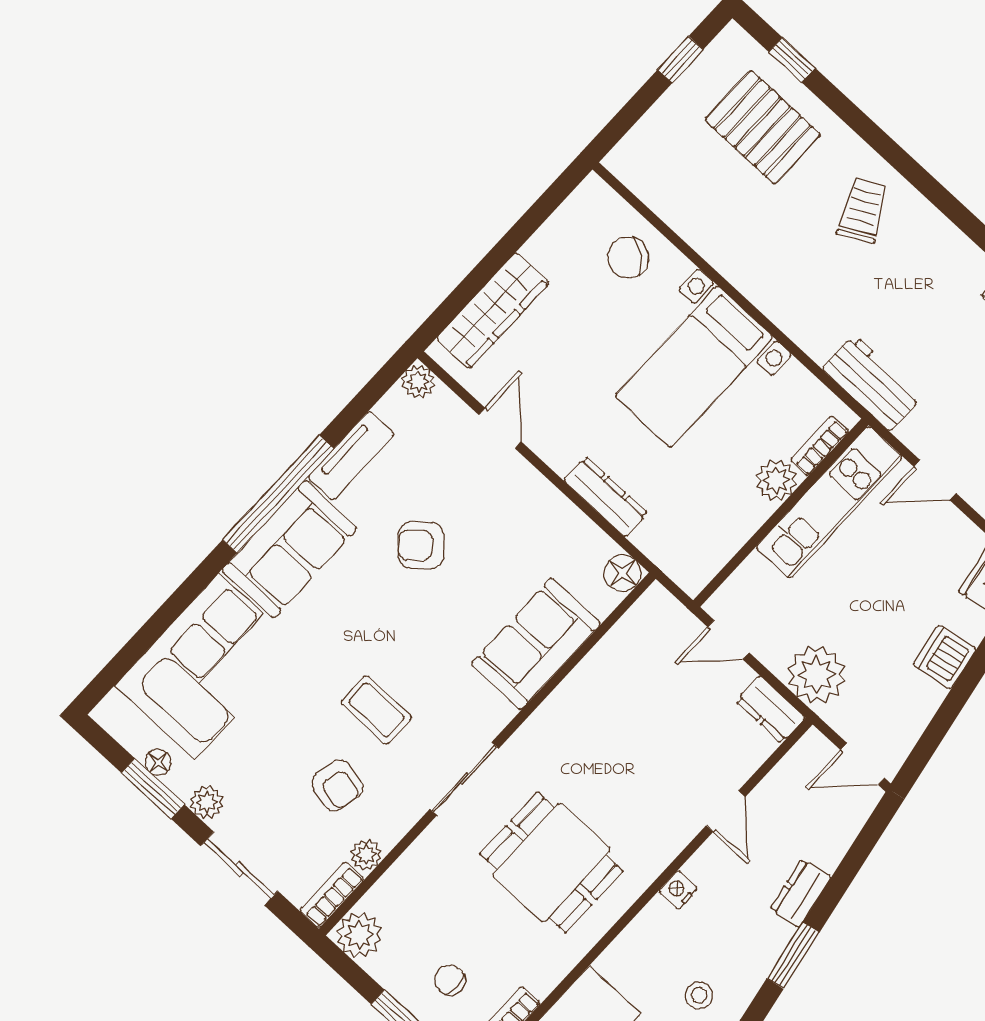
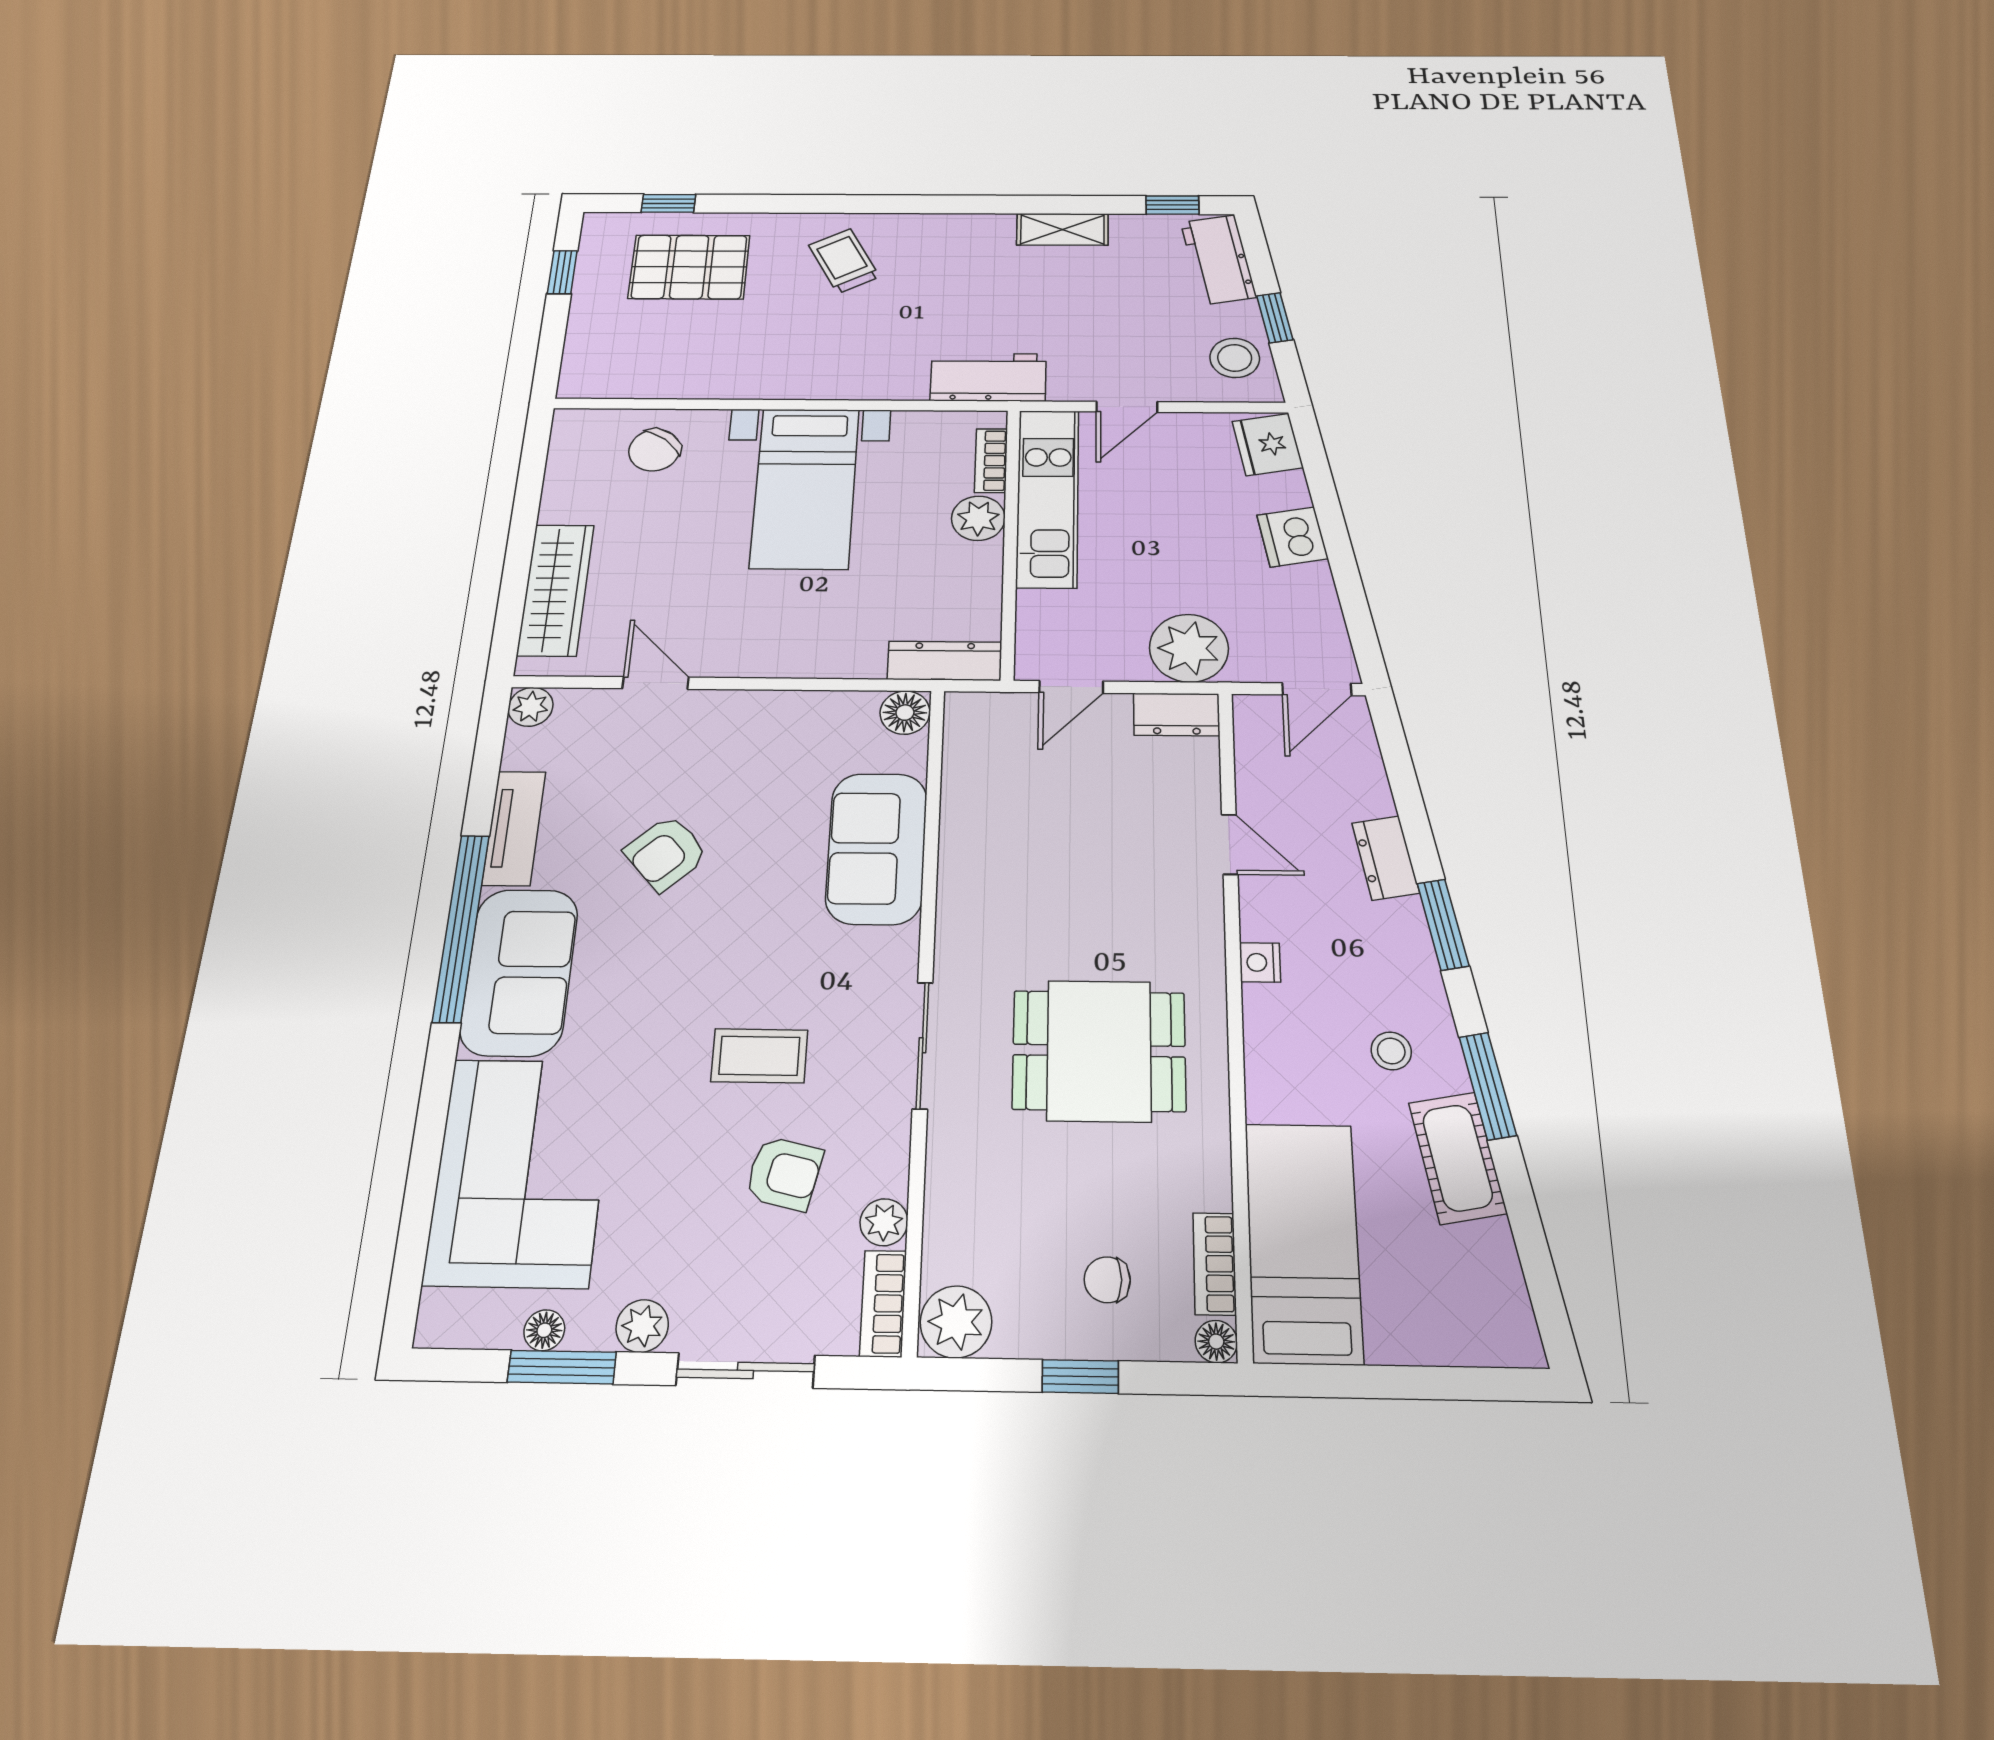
dresser: (606, 497) -> (945, 661), moved

